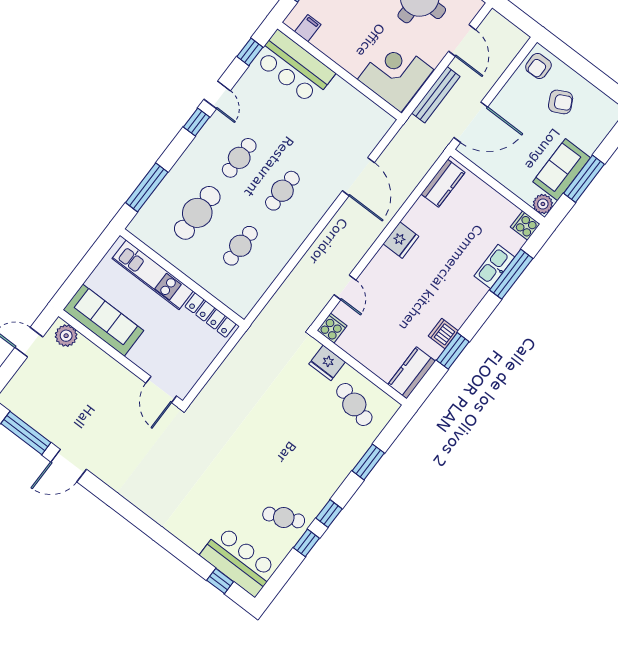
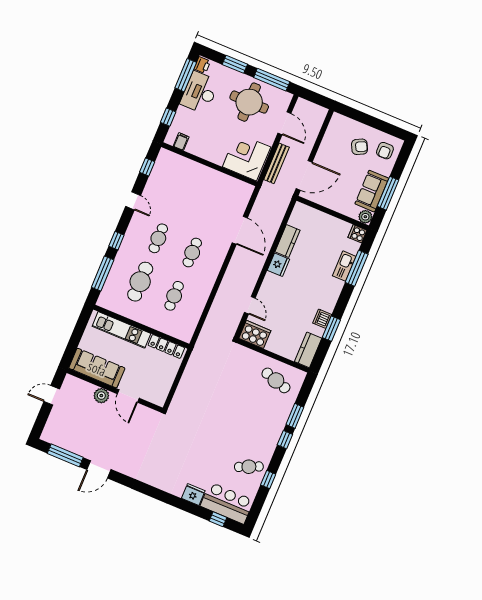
armchair: (538, 66) -> (385, 151), moved
bar counter: (294, 67) -> (179, 169), removed
window: (196, 122) -> (116, 241), moved
kitchen counter: (443, 183) -> (288, 241), moved
cooker: (332, 328) -> (255, 334), width x1.87, depth x1.31
plant: (66, 336) -> (101, 396), moved
fridge: (327, 363) -> (193, 495), moved, turned 180
door: (161, 389) -> (128, 396), moved
window: (329, 513) -> (285, 440), moved

